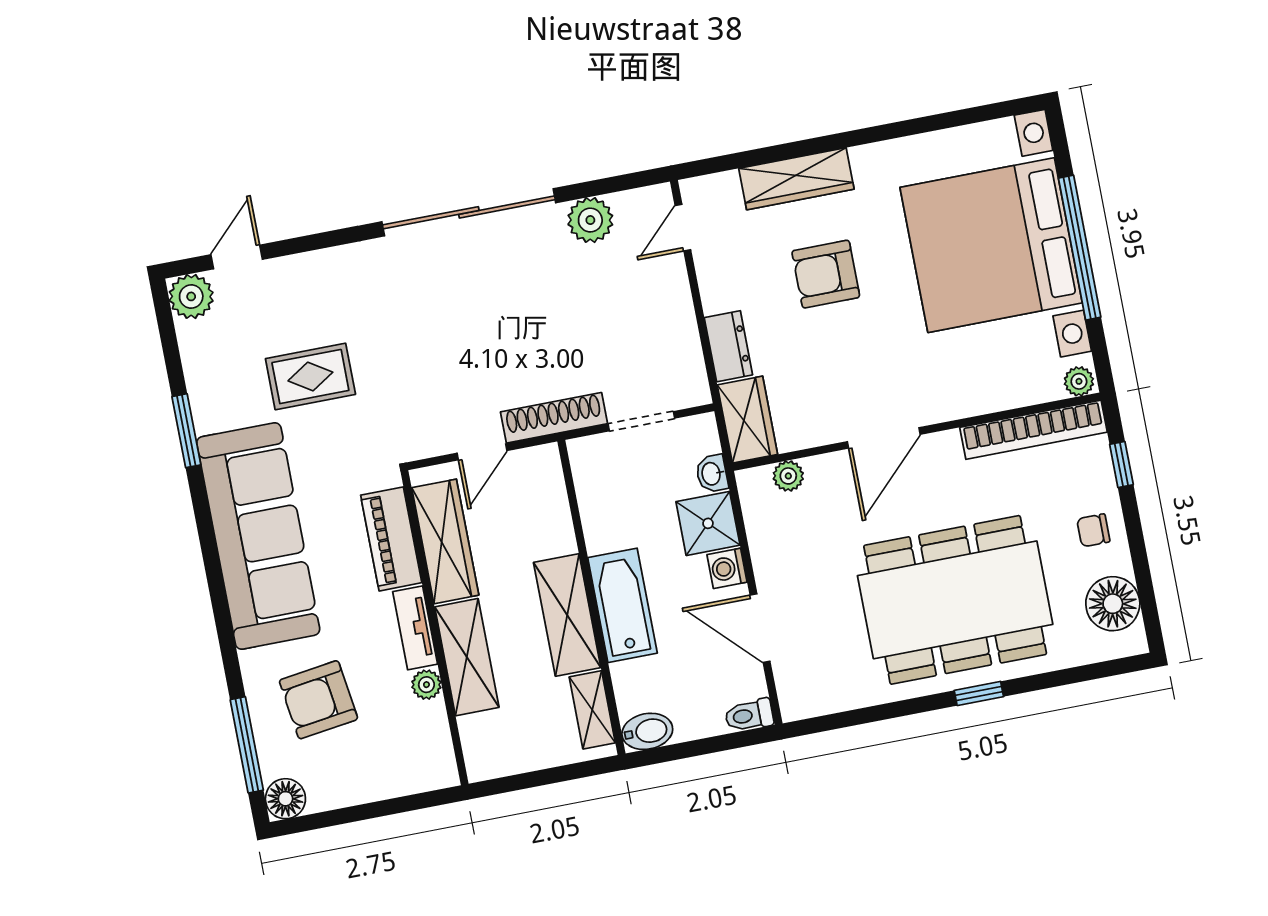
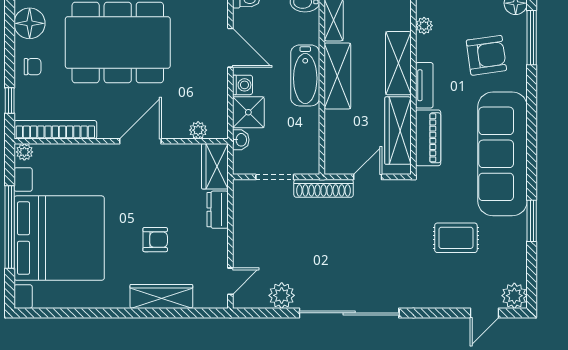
armchair: (826, 274) -> (155, 240), width x0.72, depth x0.72
plant: (426, 685) -> (424, 26), moved

